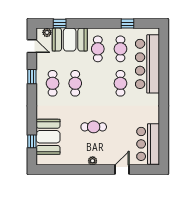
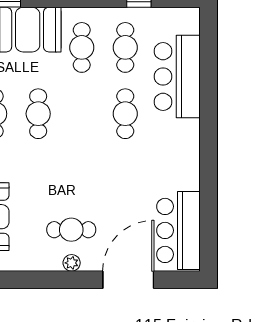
bar counter: (147, 64) -> (177, 77), width x0.73
cafe table: (94, 127) -> (71, 230), moved
door: (122, 170) -> (128, 280), width x1.87

